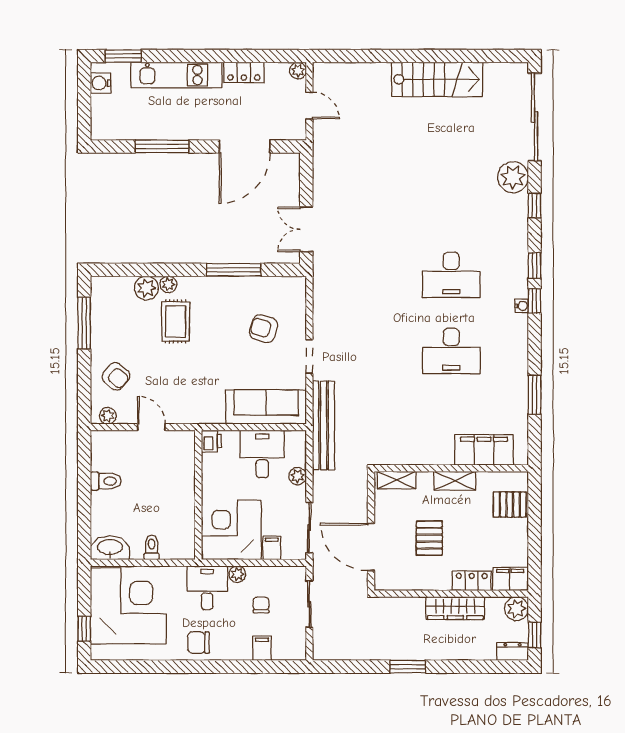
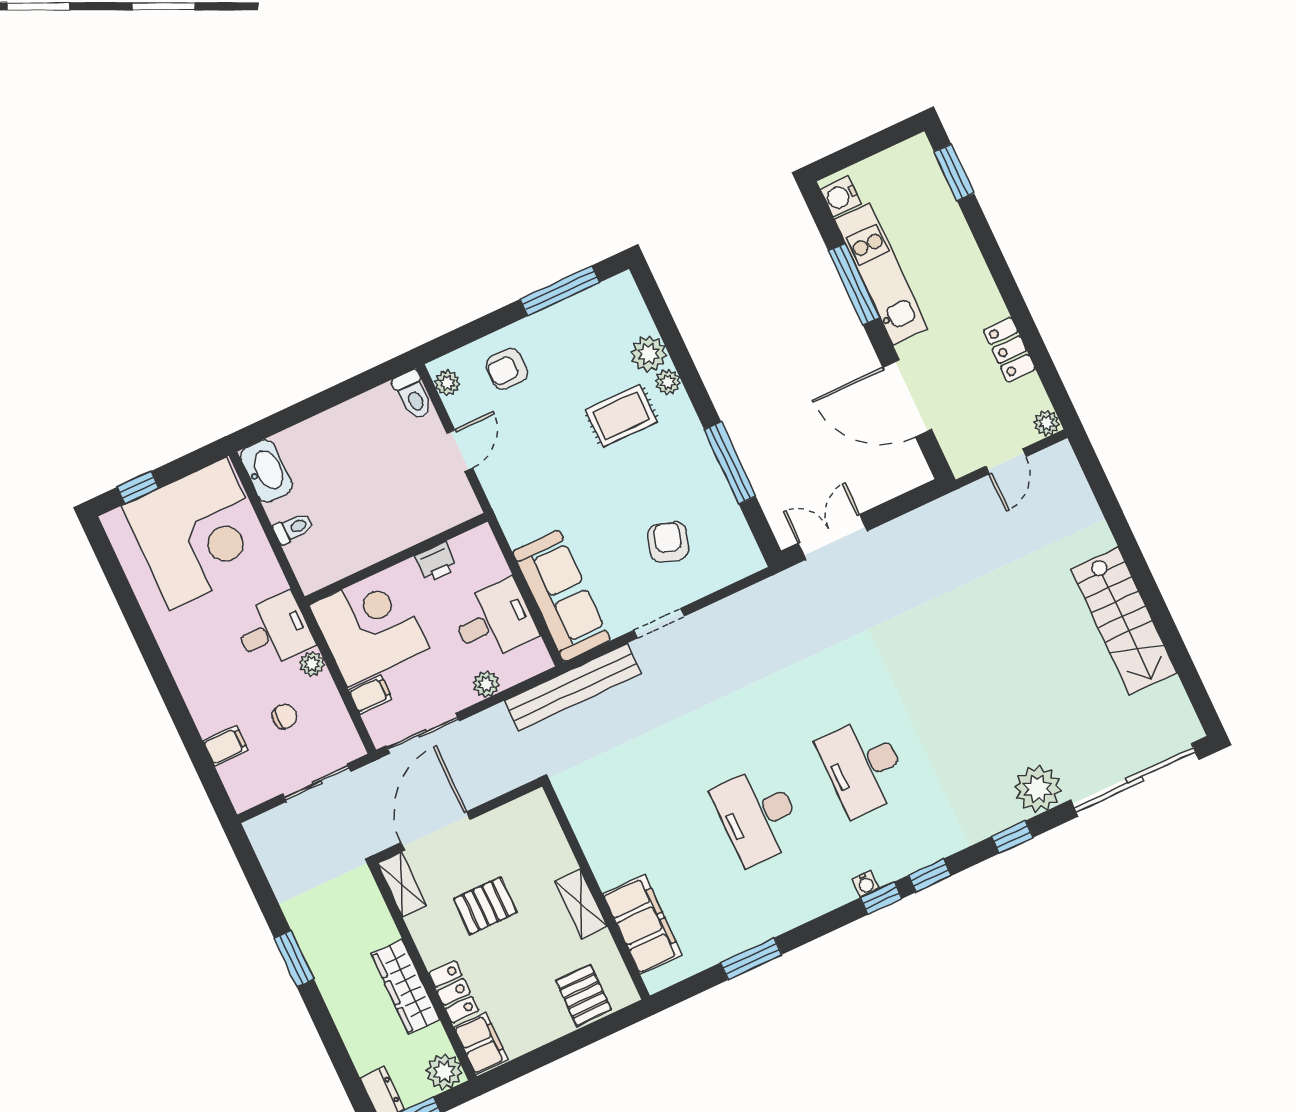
kitchen unit: (176, 75) -> (881, 274), moved, turned 180
water cooler: (101, 83) -> (841, 196), moved, turned -90
armchair: (116, 376) -> (507, 369), turned 50
printer: (211, 441) -> (436, 562), moved
shelving: (397, 480) -> (402, 884), moved
toilet: (106, 481) -> (413, 395), moved
chair: (198, 643) -> (192, 654), removed

